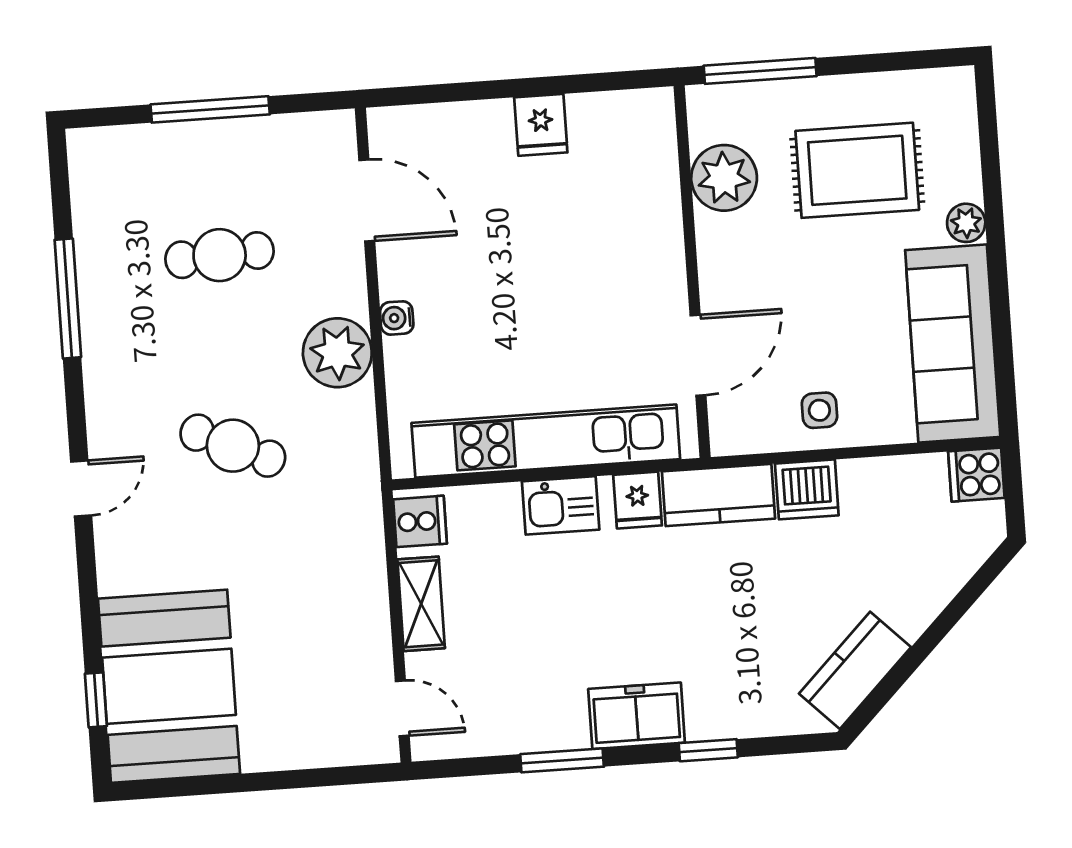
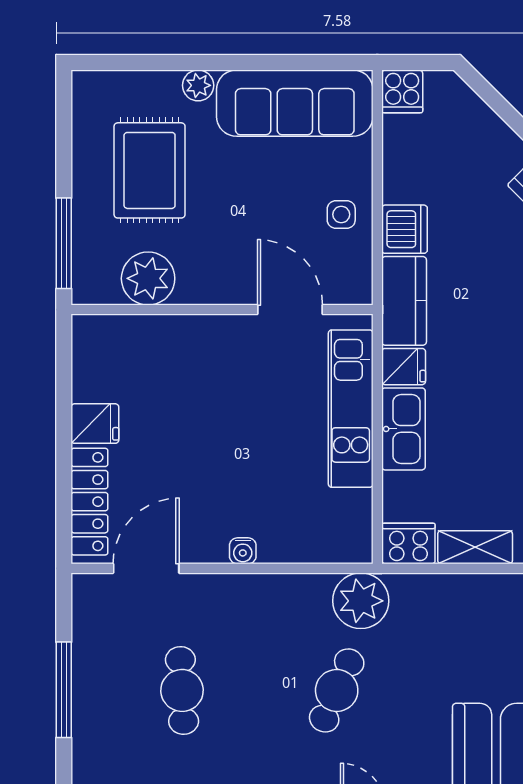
locker: (444, 125) -> (89, 502), added
plant: (337, 353) -> (361, 601), moved
kitchen unit: (546, 441) -> (351, 409), width x0.73
kitchen sink: (561, 505) -> (403, 429), width x1.38
cooker: (420, 521) -> (408, 544), width x1.36

